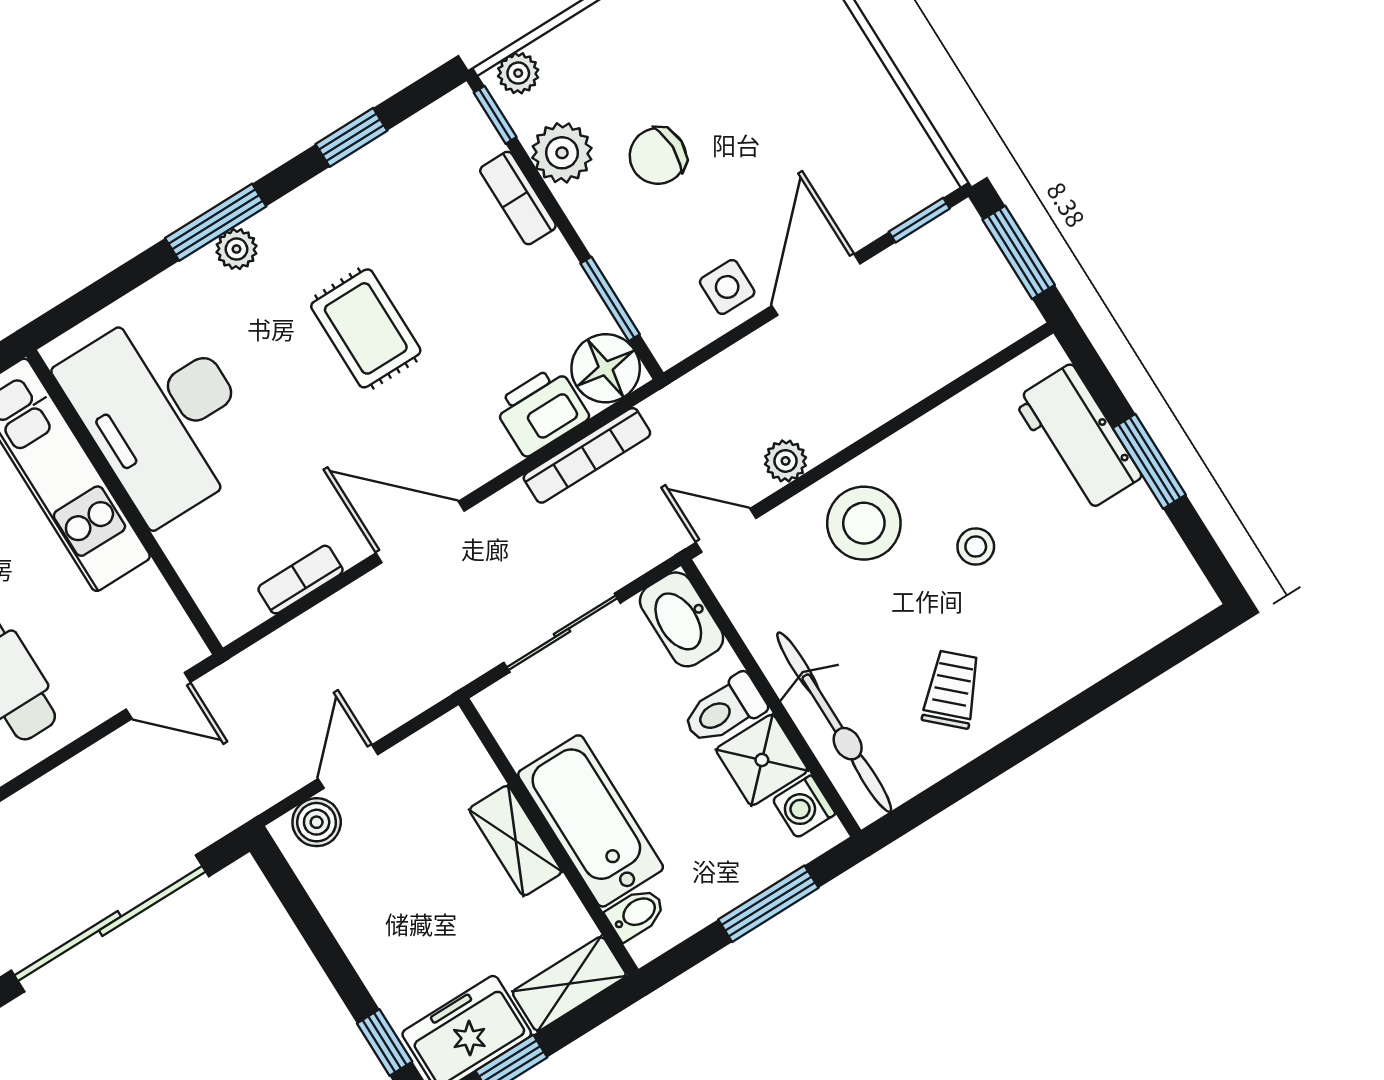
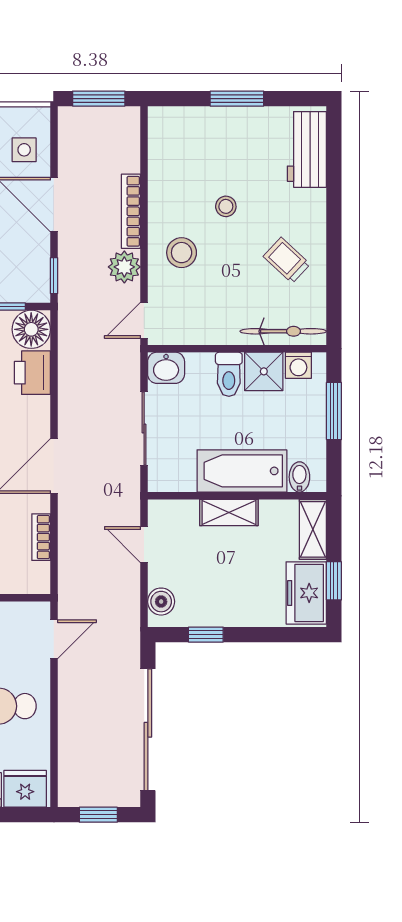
window: (919, 220) -> (54, 276), moved
side table: (727, 287) -> (24, 150), moved
workbench: (1078, 438) -> (307, 149), moved, turned 90
bookcase: (587, 455) -> (131, 211), moved, turned 180
plant: (786, 461) -> (124, 267), width x1.38, depth x1.38
stool: (864, 523) -> (182, 253), width x0.73, depth x0.73
washbasin: (682, 619) -> (166, 368), width x0.72
bicycle: (834, 722) -> (283, 331), width x0.73, depth x0.71
door: (348, 767) -> (144, 545), moved
window: (385, 1042) -> (206, 635), moved

